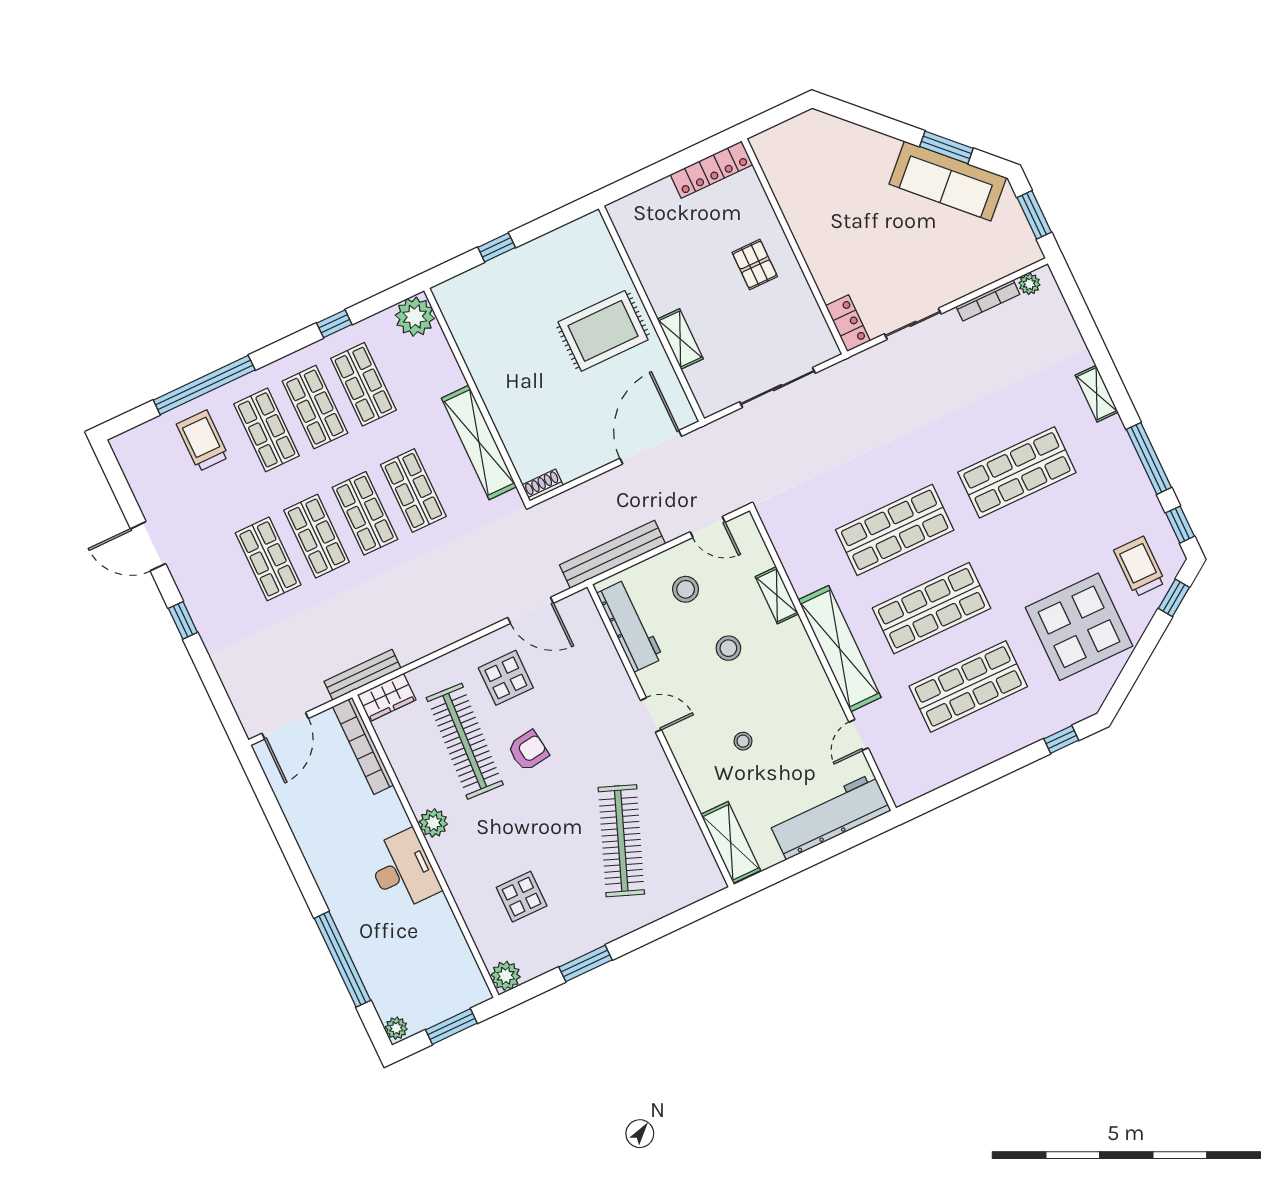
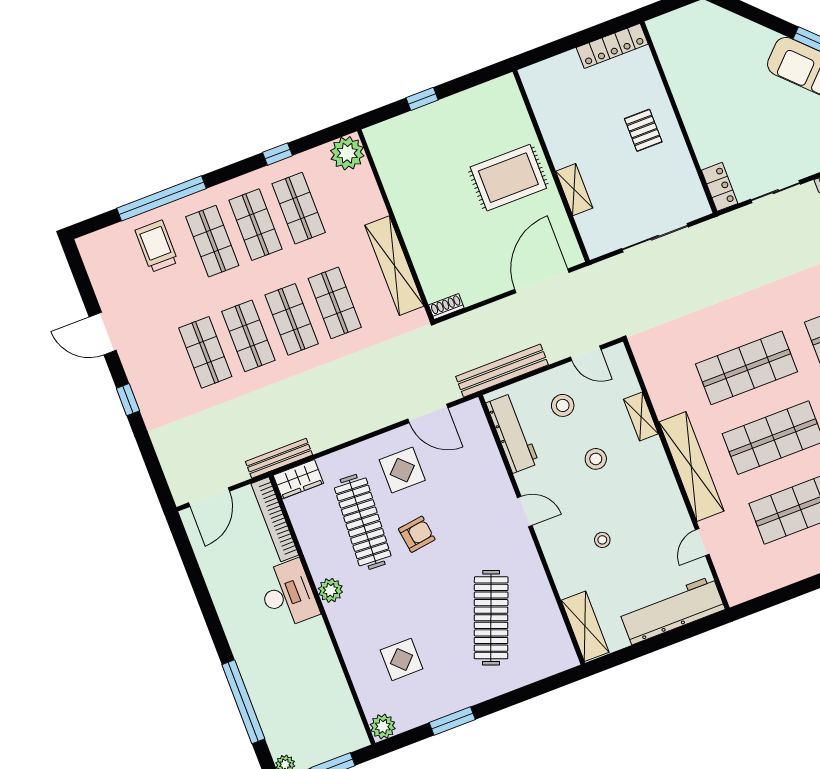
desk: (403, 870) -> (288, 594), moved

